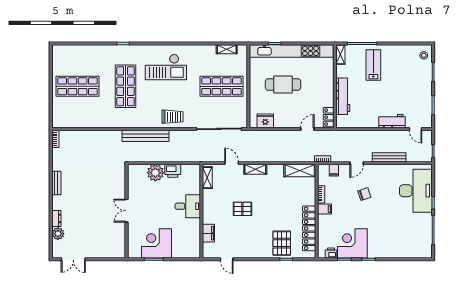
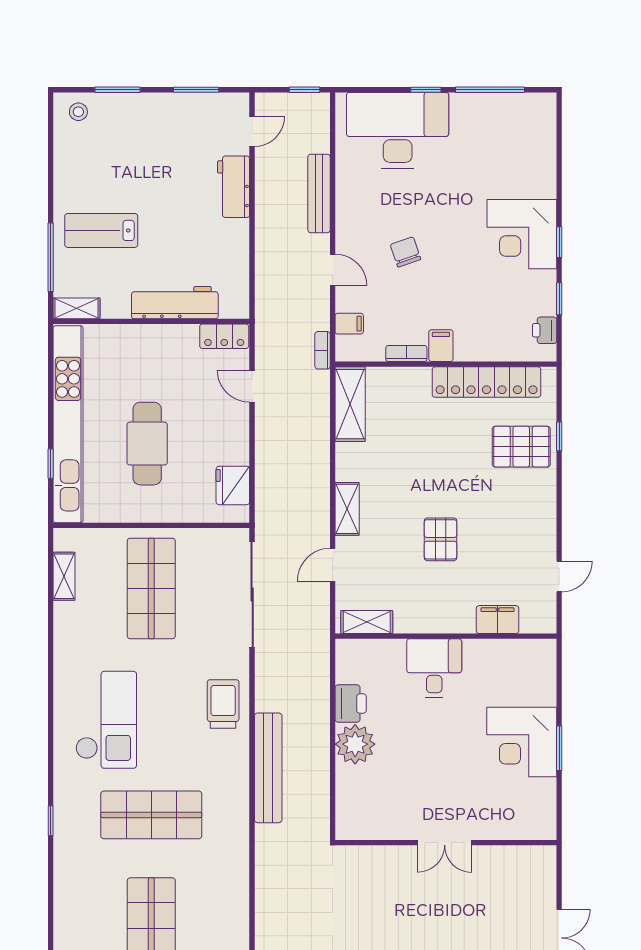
double door: (127, 211) -> (445, 843), moved
wall: (127, 211) -> (446, 843), moved
corner desk: (352, 243) -> (522, 234), moved

